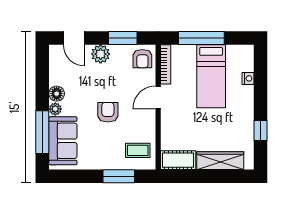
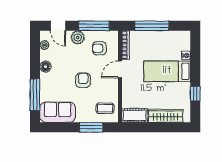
window: (123, 38) -> (94, 26), width x1.44
armchair: (142, 59) -> (99, 48), moved, turned 90
bed: (211, 76) -> (167, 71), moved, turned 90
plant: (55, 109) -> (44, 45), moved
sofa: (63, 141) -> (58, 112), moved, turned -90

